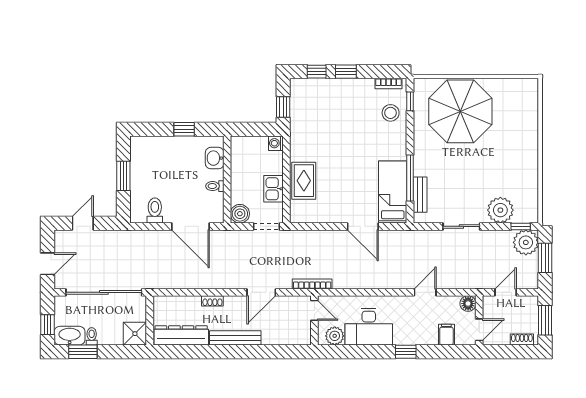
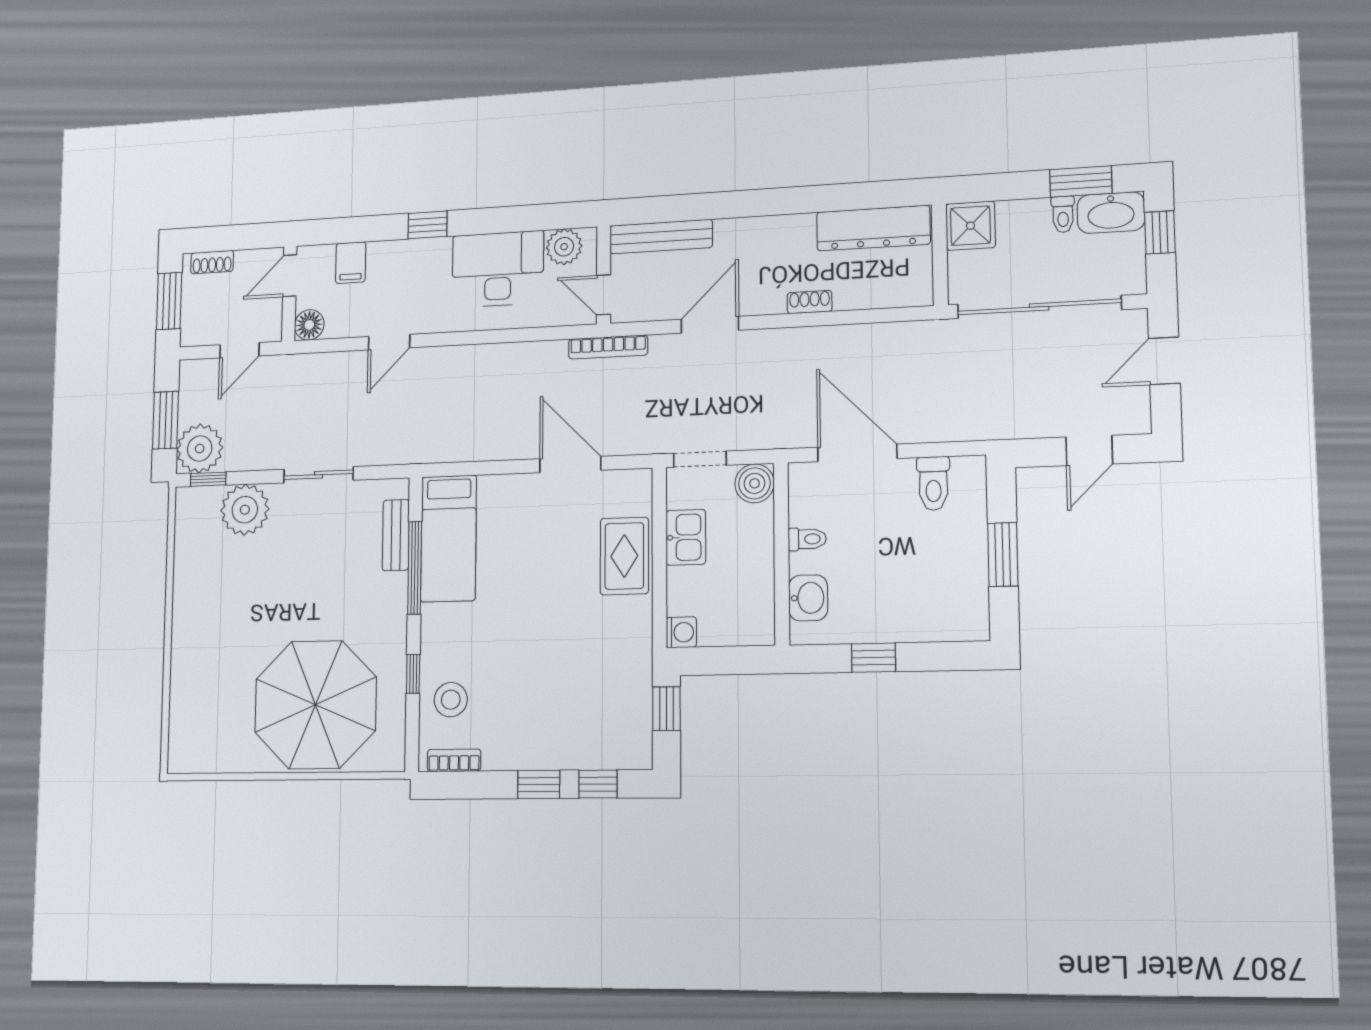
window: (410, 101) -> (413, 674), moved
door: (363, 226) -> (570, 464), moved
bench: (235, 338) -> (661, 237), moved

